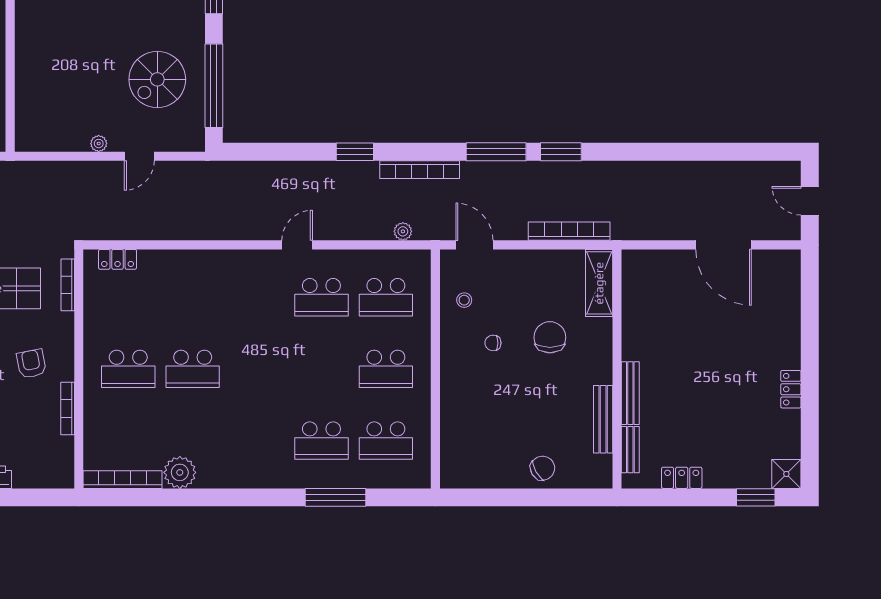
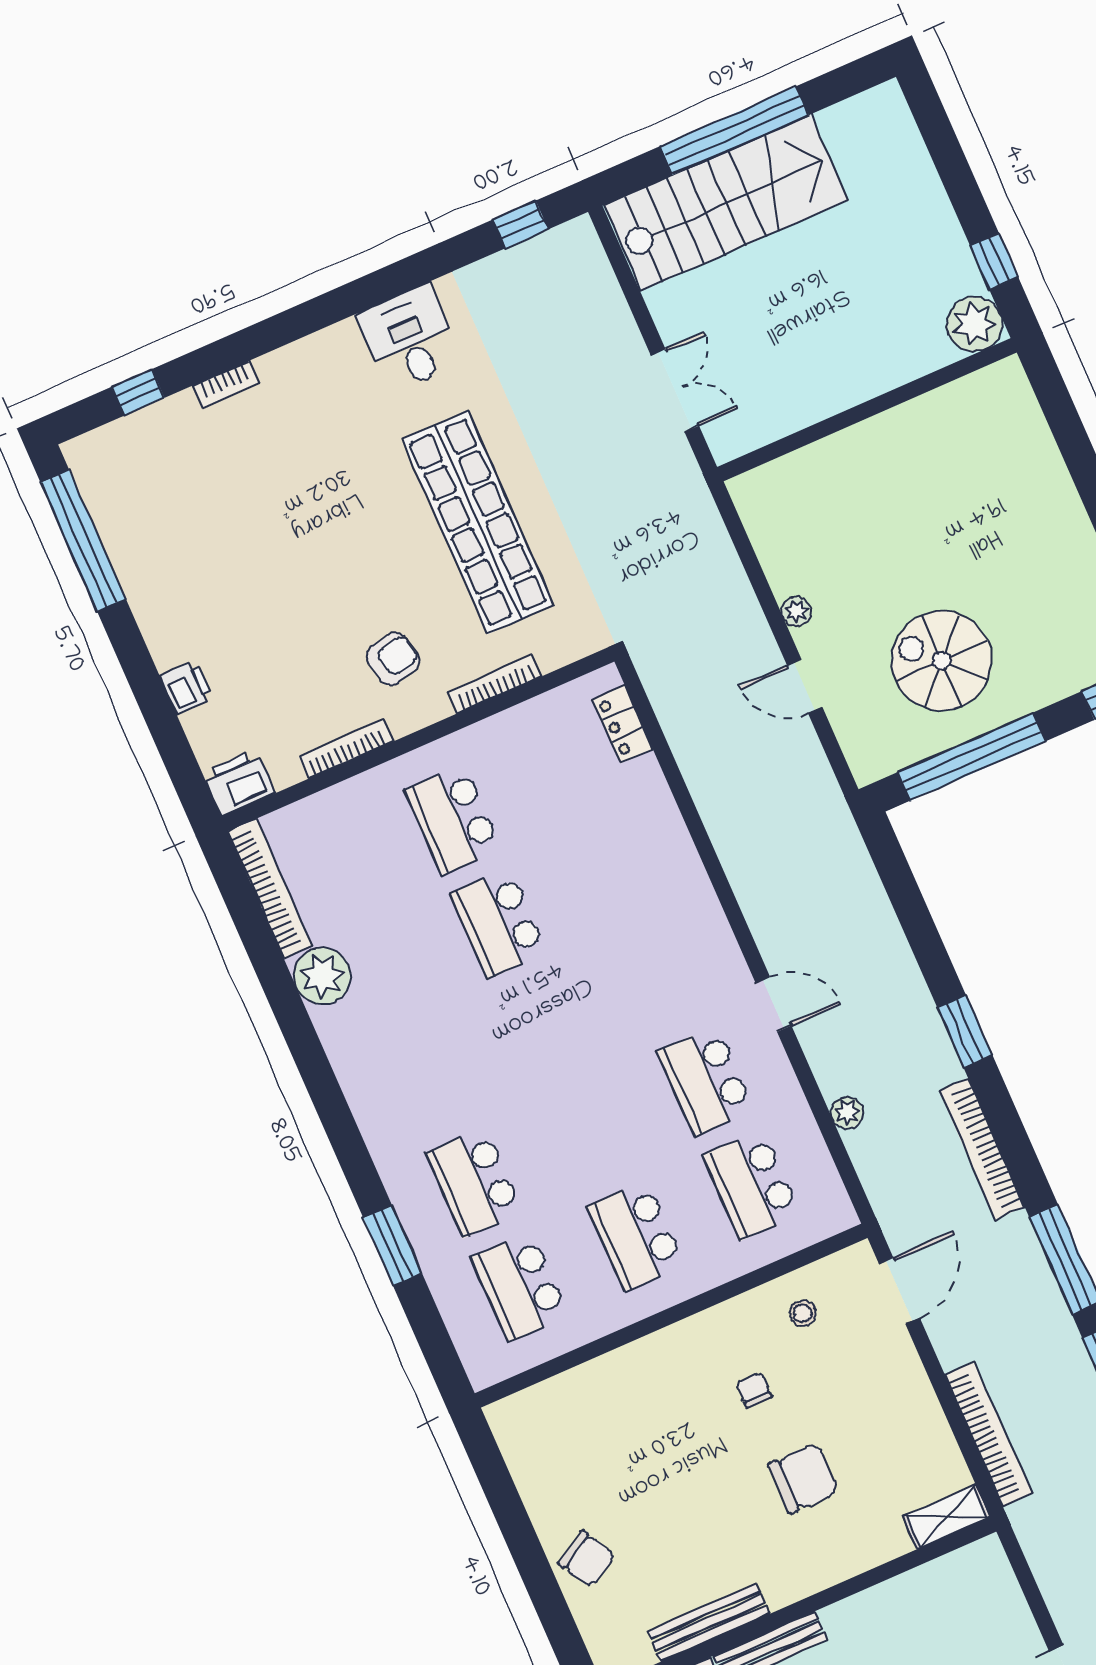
plant: (403, 231) -> (847, 1113), moved
shelving: (599, 283) -> (947, 1517), width x0.67, depth x0.75
bookcase: (68, 285) -> (495, 684), moved
printer: (61, 472) -> (239, 783), added
window: (336, 497) -> (393, 1246), width x0.69

